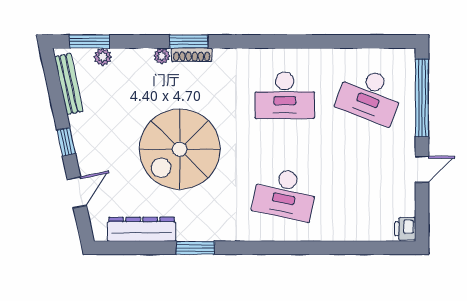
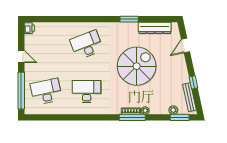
window: (189, 41) -> (132, 117), width x1.44
desk: (370, 95) -> (46, 92), turned -33
window: (66, 142) -> (193, 82), moved
door: (422, 169) -> (21, 56), swing flipped
desk: (285, 194) -> (87, 45), turned -33

